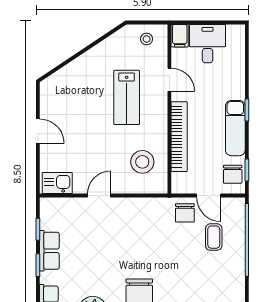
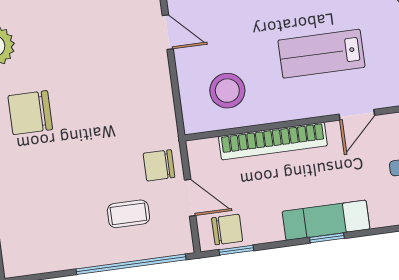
exam couch: (235, 128) -> (326, 220), moved
chair: (233, 174) -> (227, 230), turned 180
door: (209, 196) -> (190, 198), swing flipped

